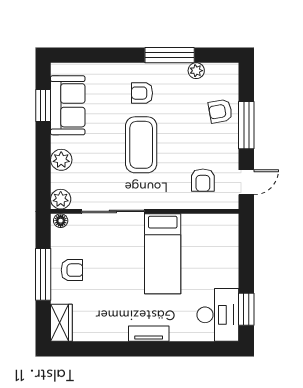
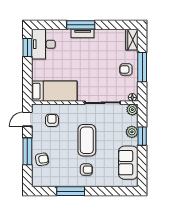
plant: (196, 71) -> (56, 182), removed
window: (43, 106) -> (142, 136), moved
bed: (163, 254) -> (54, 91), moved, turned 90
window: (152, 349) -> (81, 25), added

